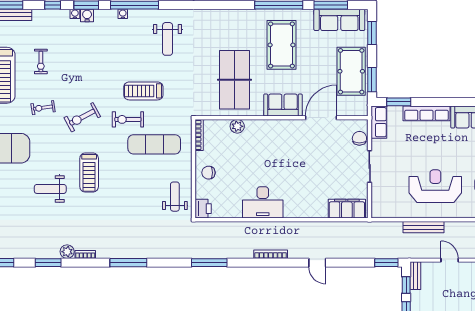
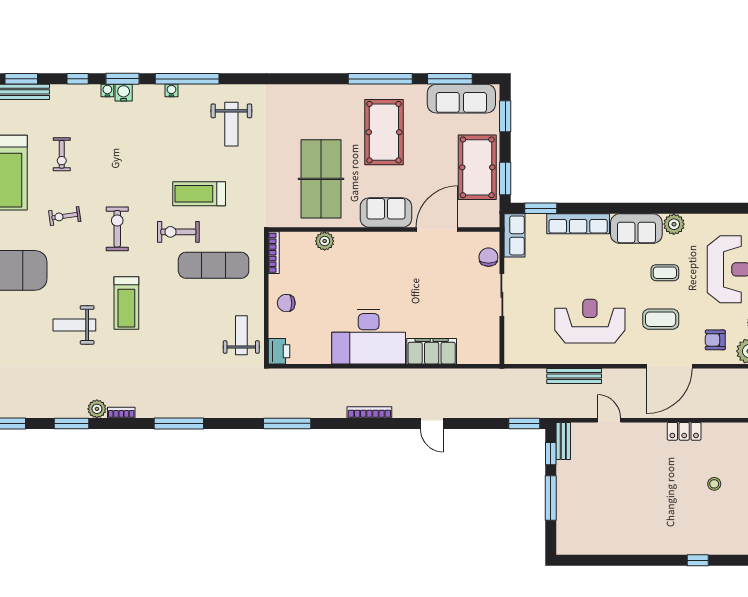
exercise bike: (82, 117) -> (117, 229), turned 118
desk: (263, 202) -> (369, 337), width x1.36, depth x1.30
filing cabinet: (347, 209) -> (432, 351), moved

